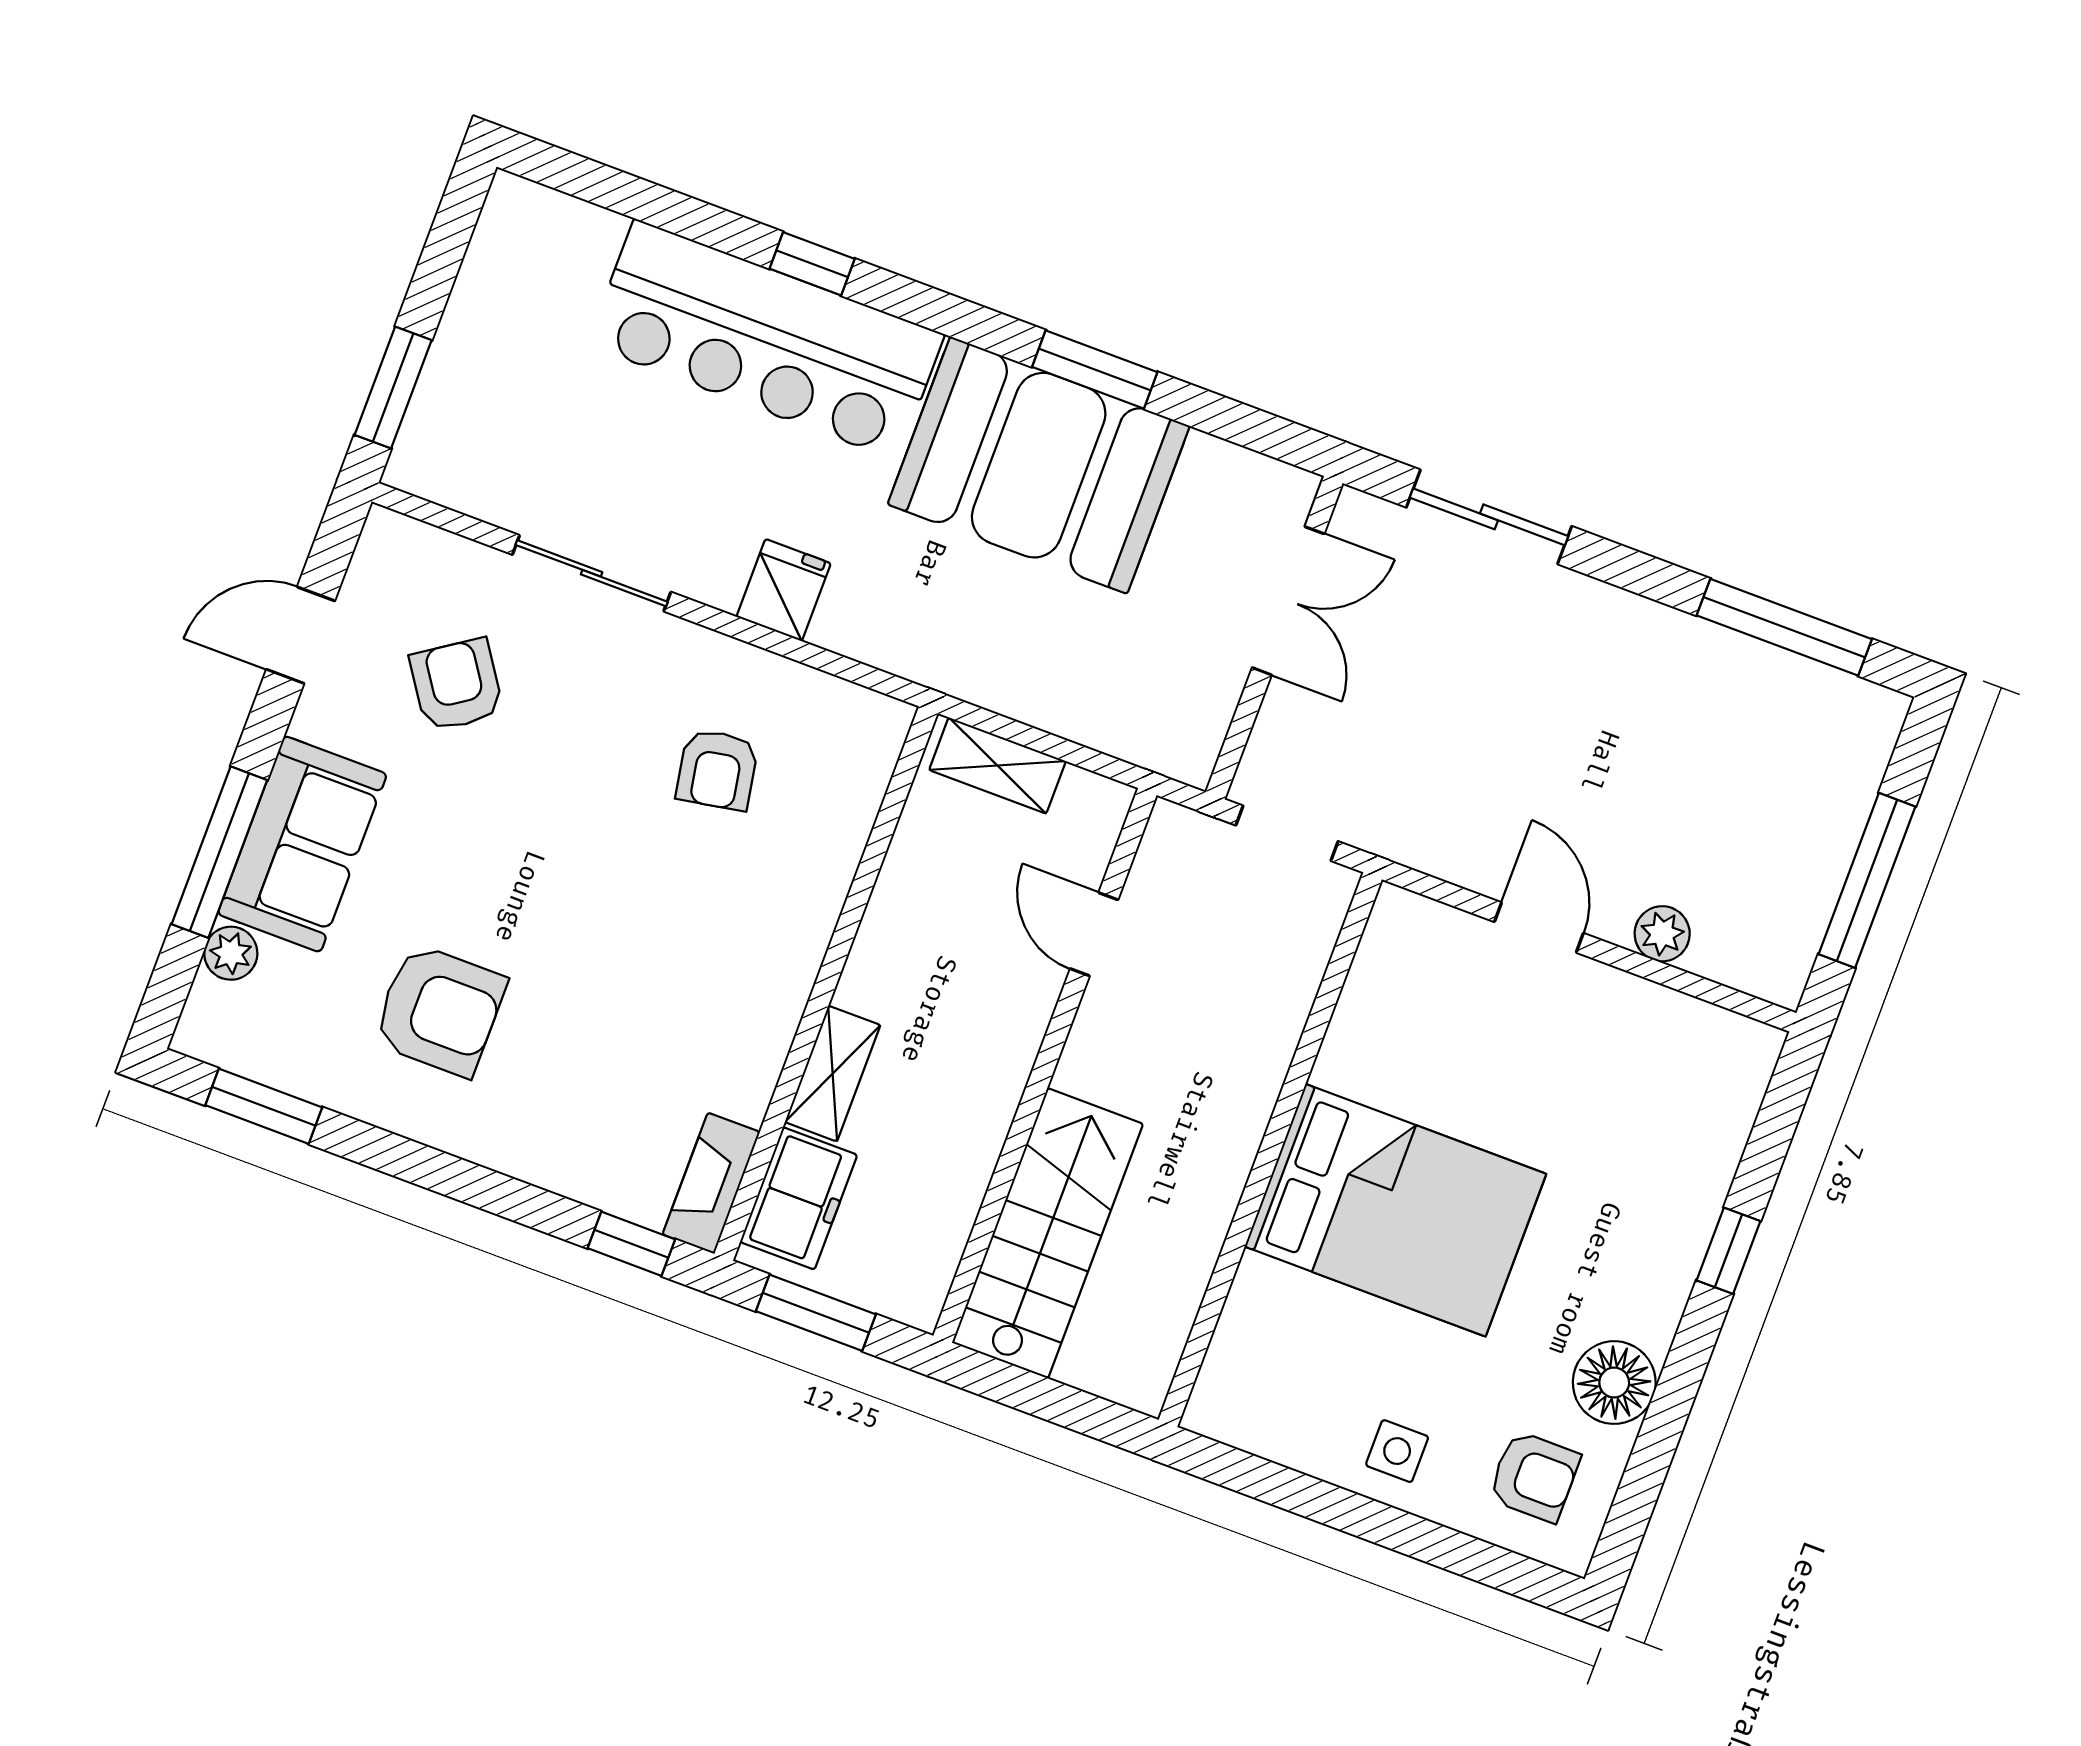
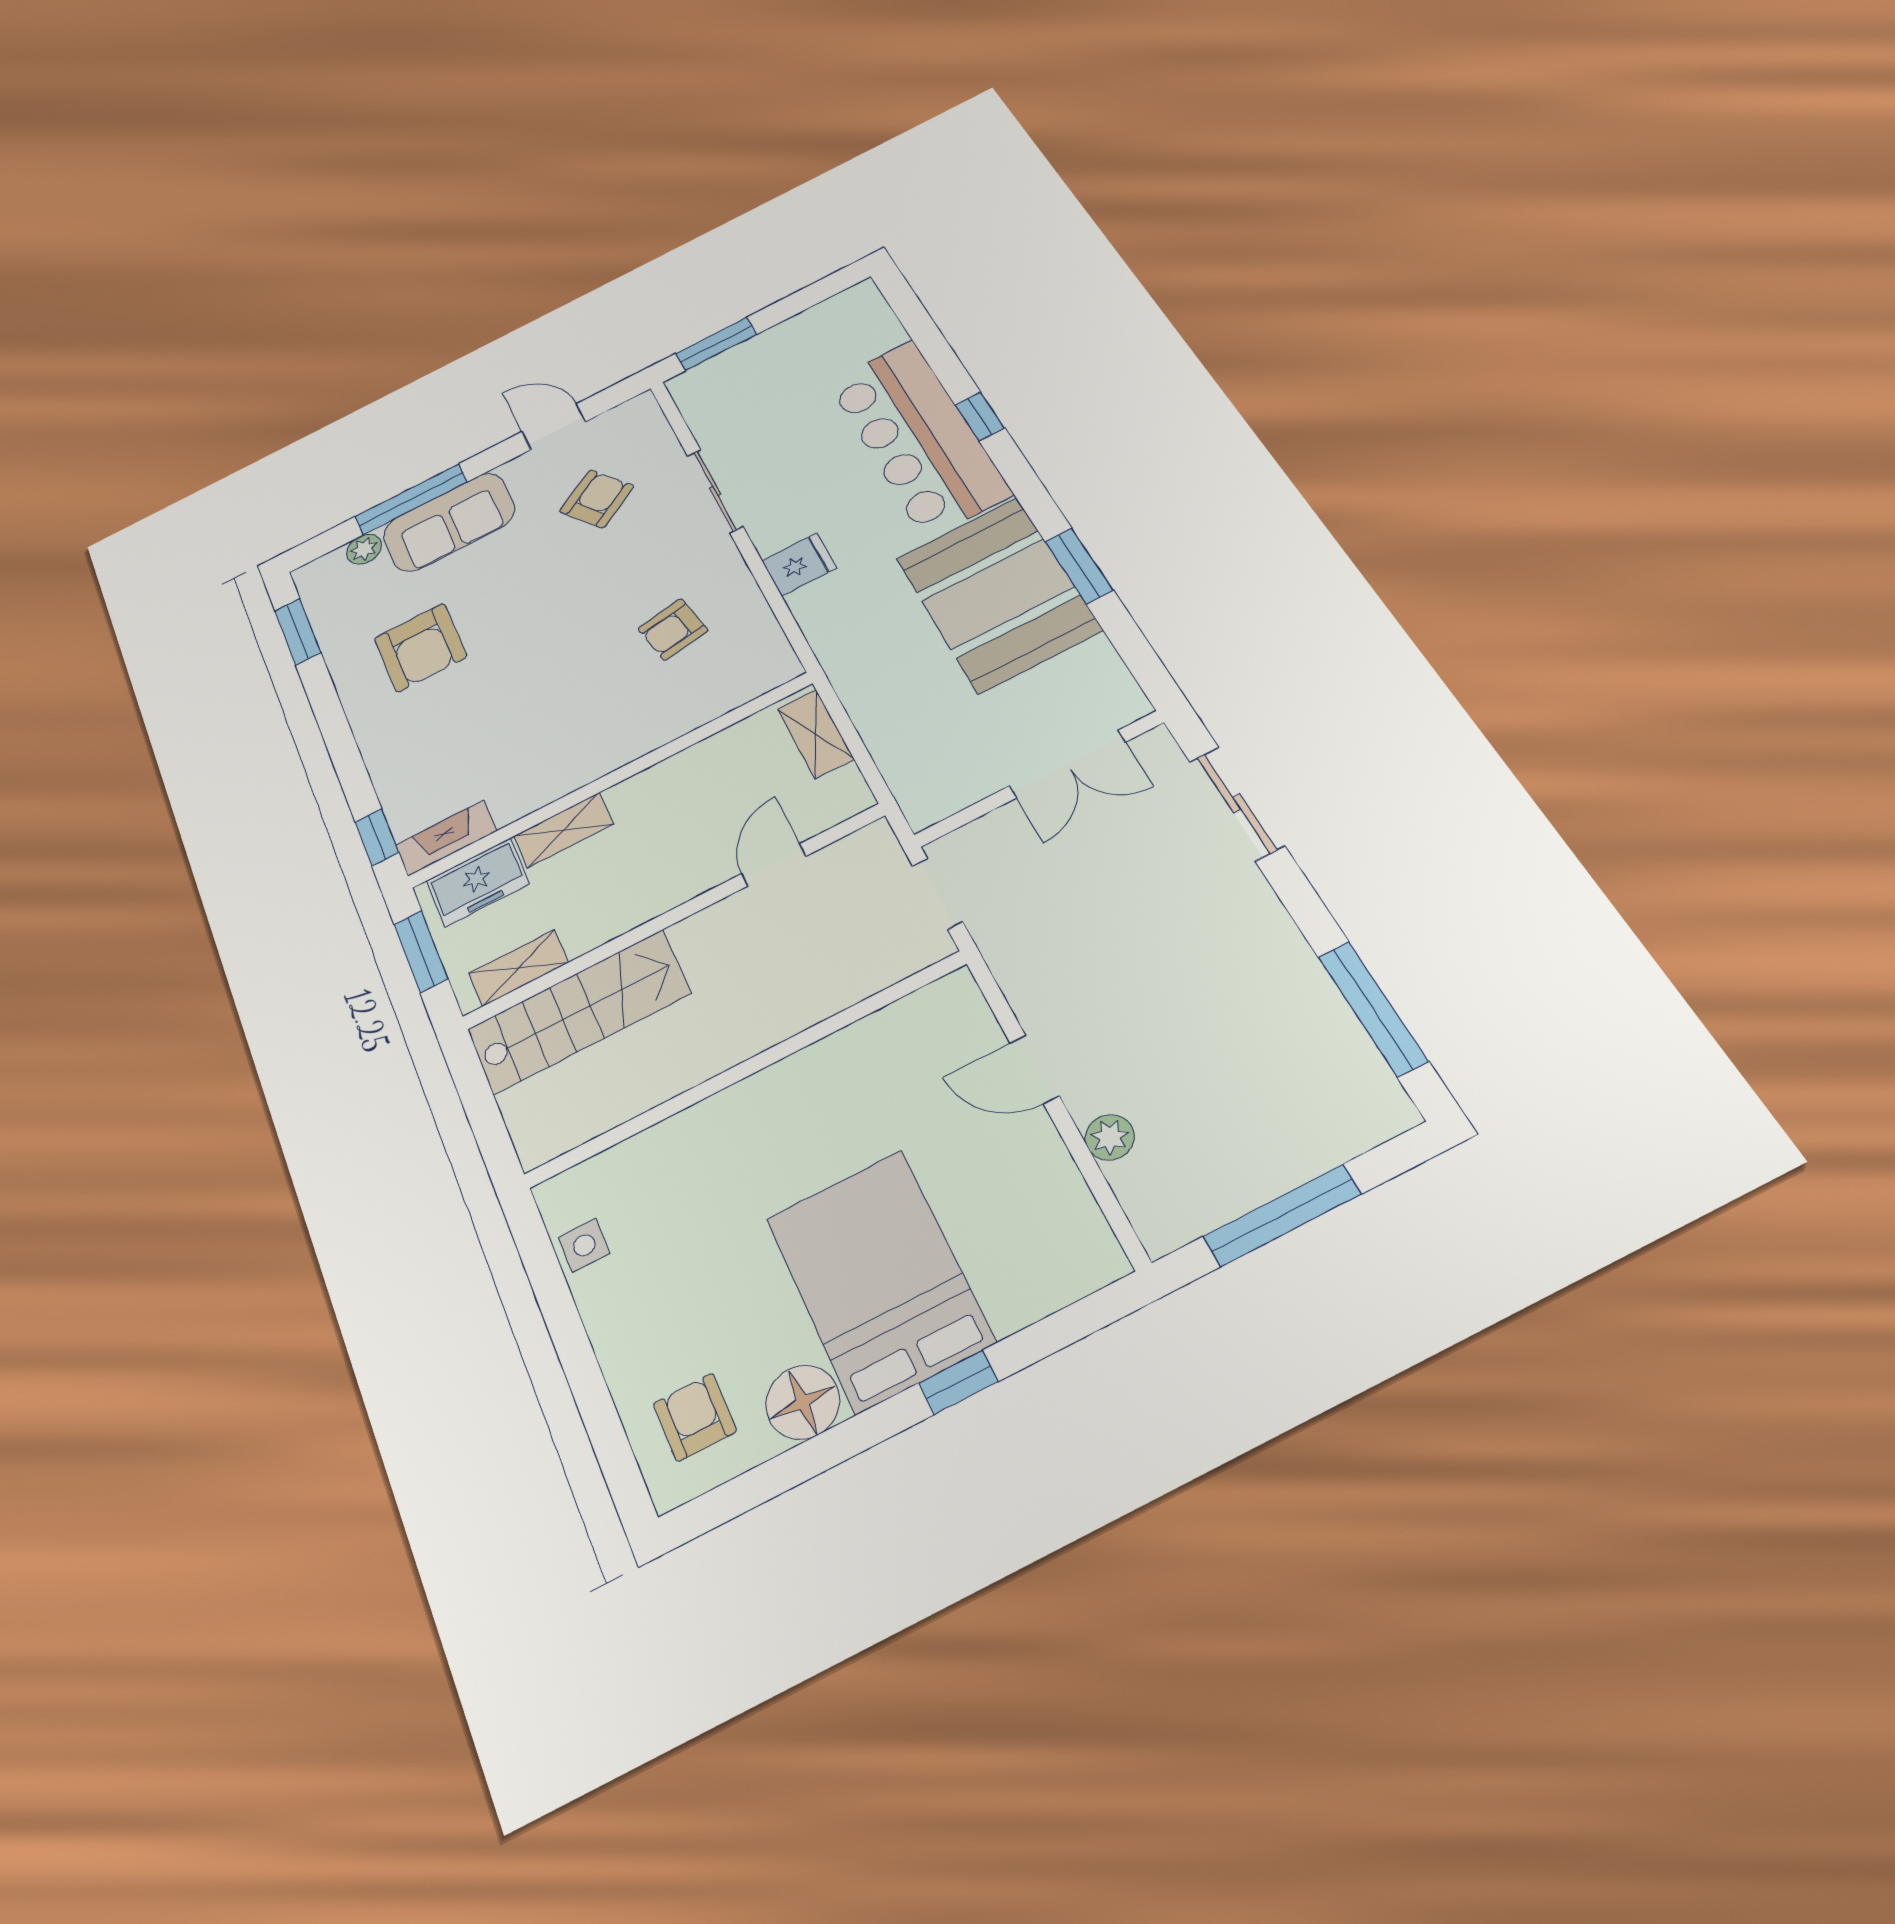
door: (1539, 927) -> (1034, 1069), swing flipped
bed: (1395, 1210) -> (879, 1279), moved, turned 180
shelving: (939, 1244) -> (518, 968), added
side table: (1397, 1451) -> (584, 1245), moved
armchair: (1534, 1476) -> (695, 1417), turned 180

